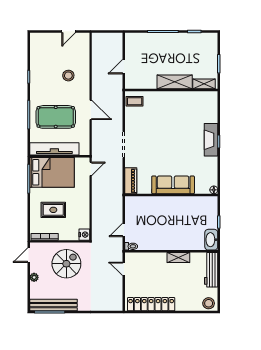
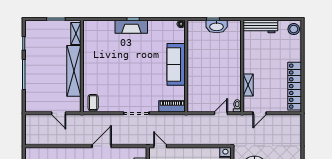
shelving: (175, 82) -> (74, 71), width x1.47
door: (124, 230) -> (221, 113), swing flipped
washbasin: (211, 240) -> (217, 26), moved
shelving: (178, 257) -> (248, 85), moved

